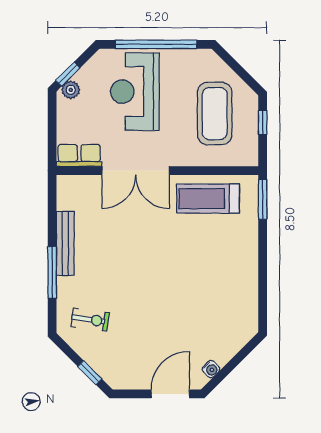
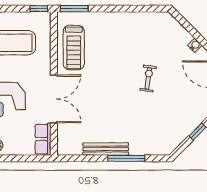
window: (263, 122) -> (39, 9), moved
exercise bike: (90, 320) -> (148, 78), moved

